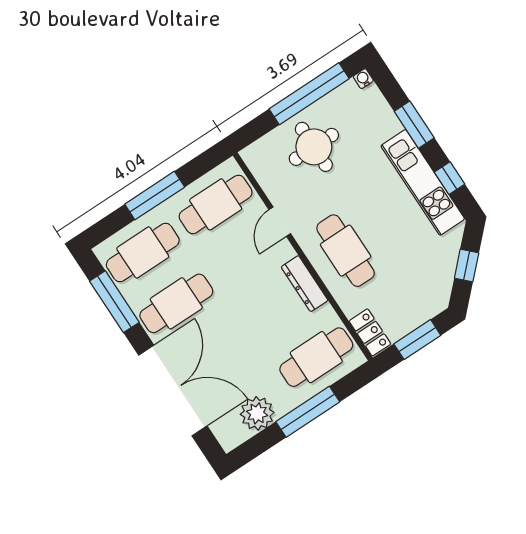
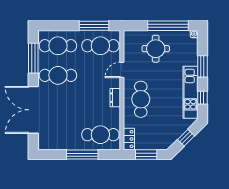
window: (155, 196) -> (94, 26), moved
dresser: (305, 284) -> (115, 98), width x0.70
double door: (173, 391) -> (33, 110), swing flipped
plant: (257, 413) -> (61, 142), removed

